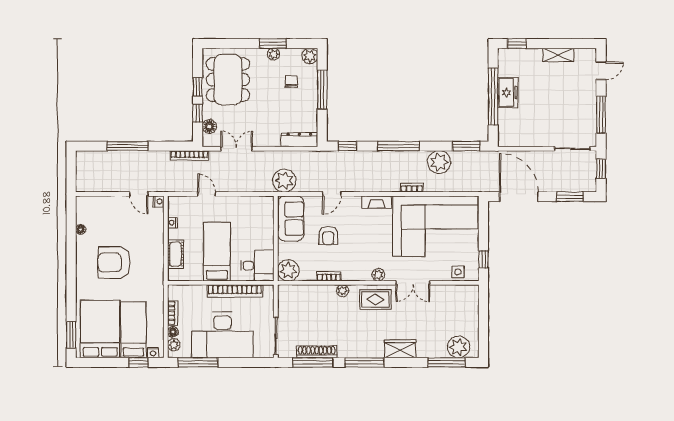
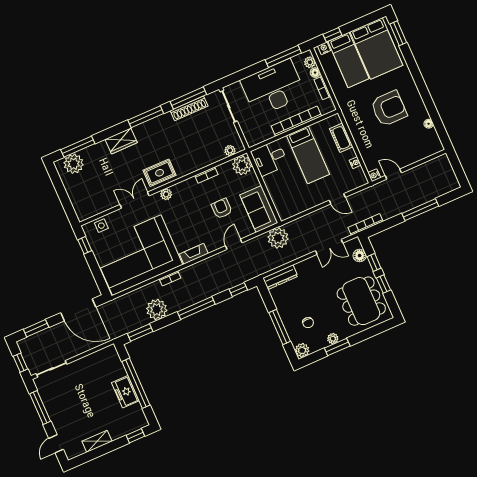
bookcase: (235, 291) -> (296, 121), moved
plant: (343, 291) -> (230, 150), moved

